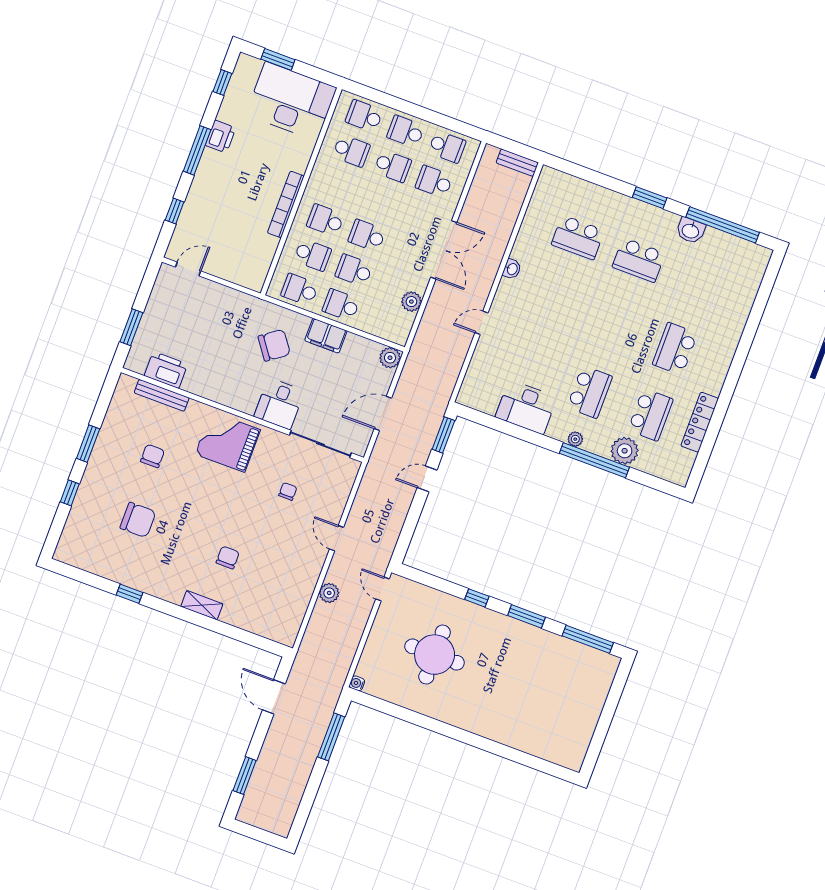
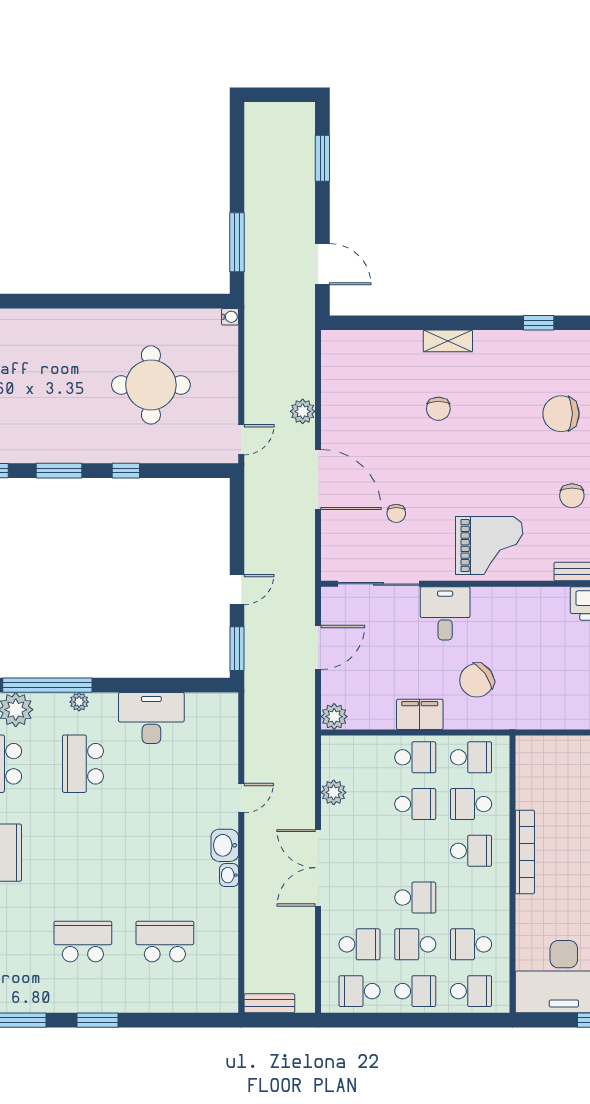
washbasin: (691, 231) -> (225, 845), moved, turned -90
school desk: (367, 236) -> (415, 898), moved
door: (336, 538) -> (318, 479), width x1.87
door: (383, 589) -> (241, 440), hinge flipped

